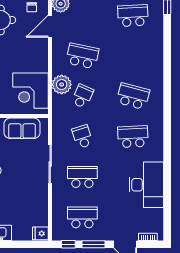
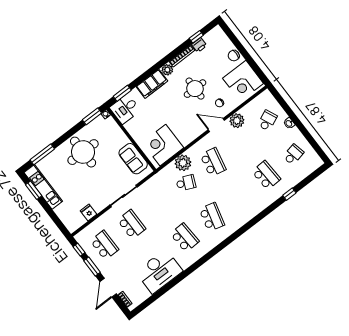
school desk: (82, 137) -> (159, 204), removed
fridge: (40, 233) -> (89, 212), moved

